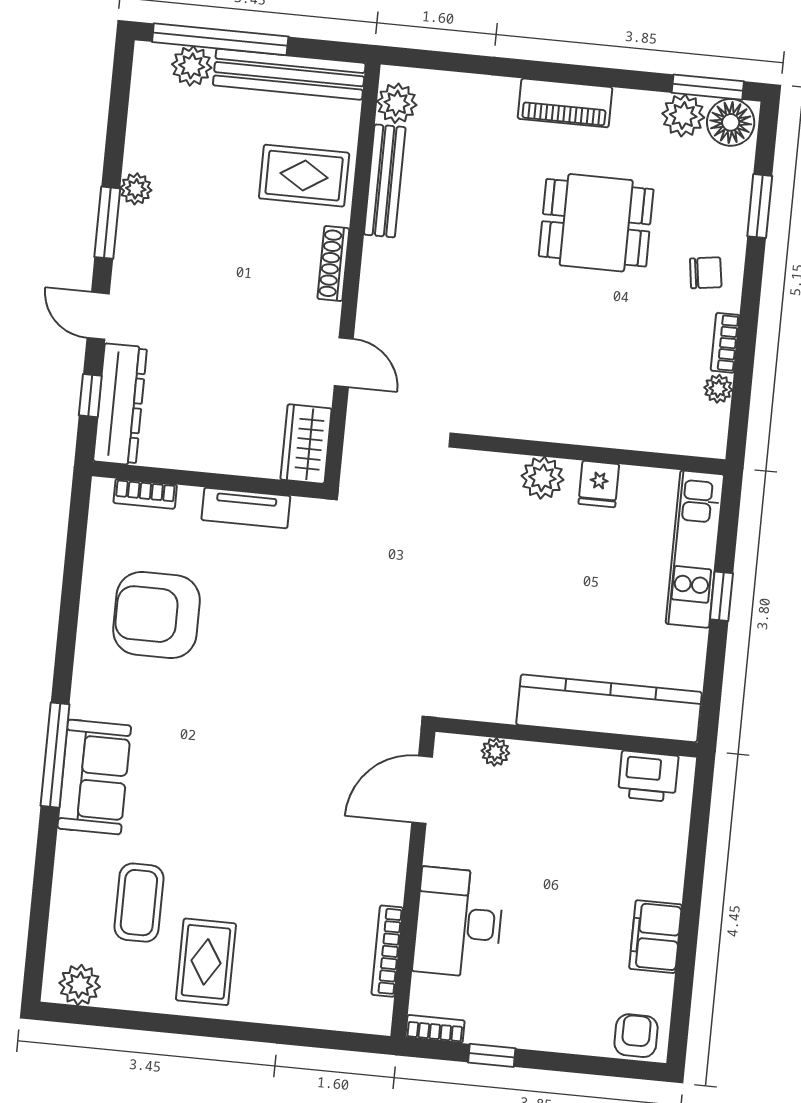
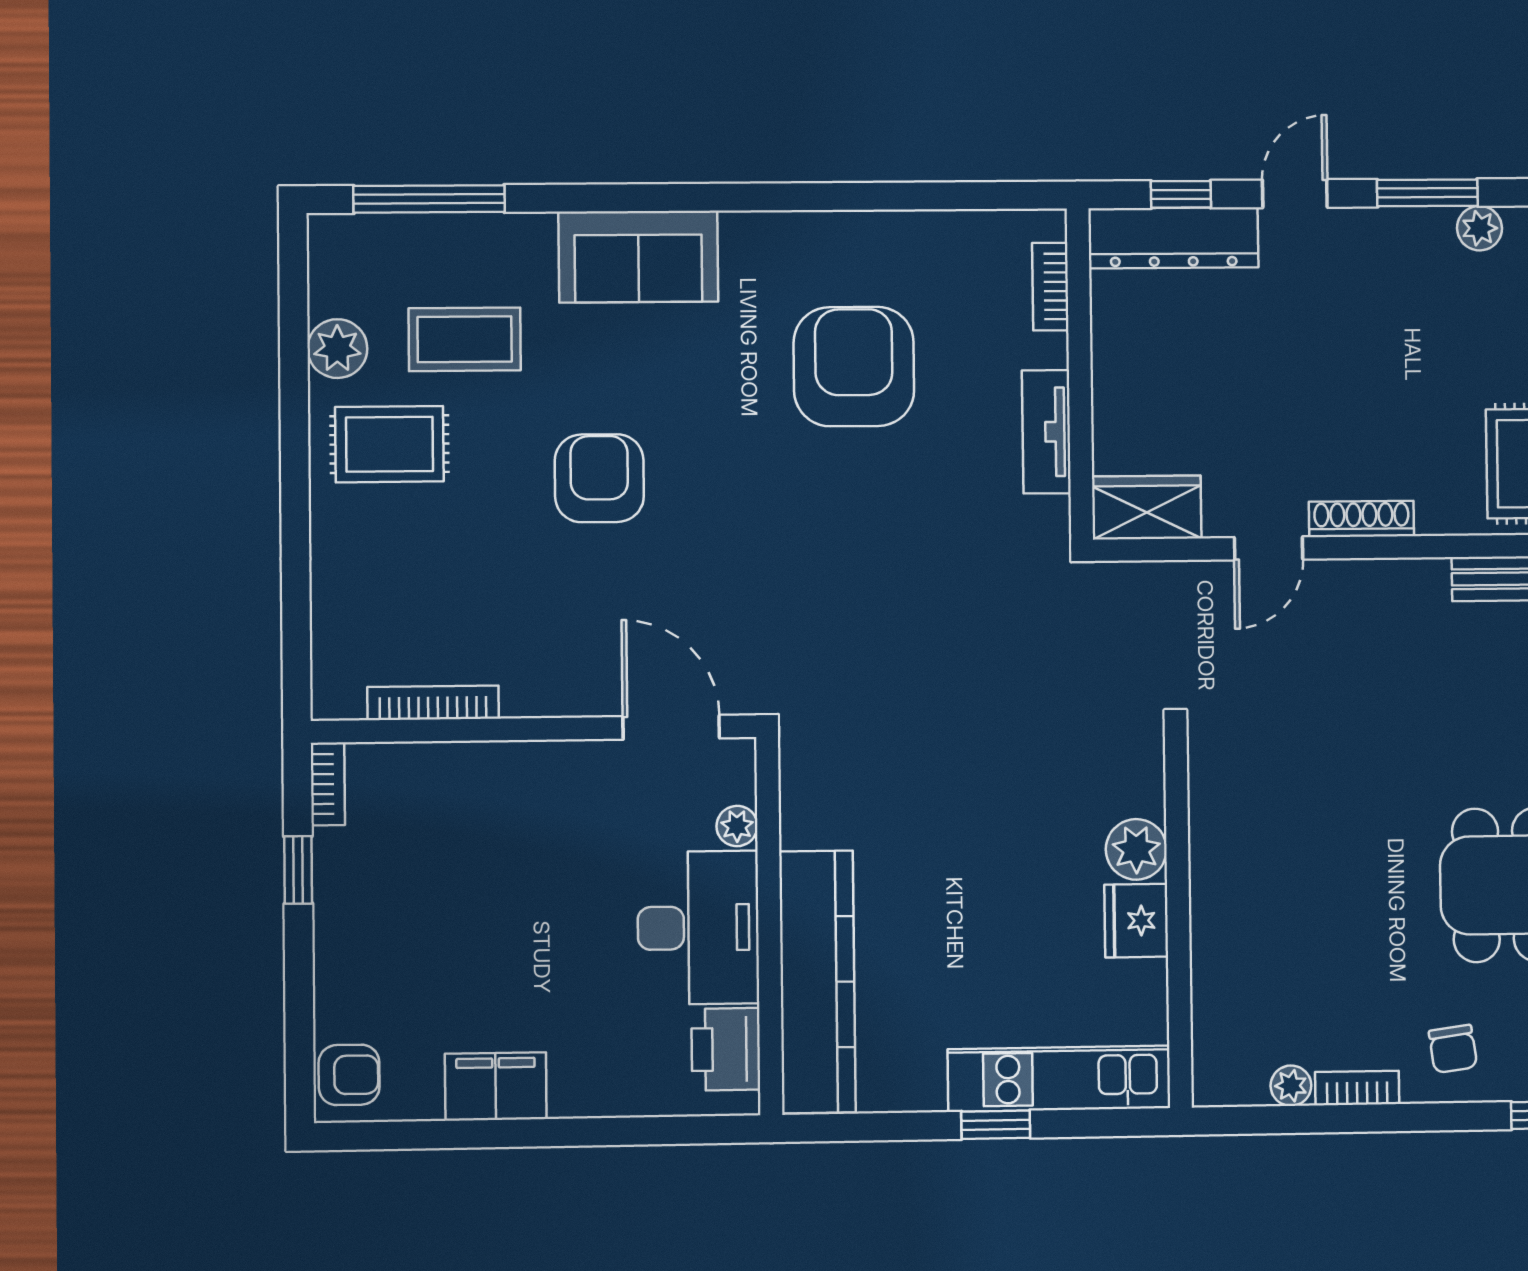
shoe rack: (333, 264) -> (1361, 519), moved
fridge: (599, 484) -> (1136, 921), width x1.38
armchair: (156, 615) -> (854, 367), moved
window: (55, 755) -> (429, 199), moved
armchair: (245, 820) -> (599, 478), added
desk: (459, 923) -> (698, 928), moved, turned 90
plant: (80, 985) -> (337, 349), moved

